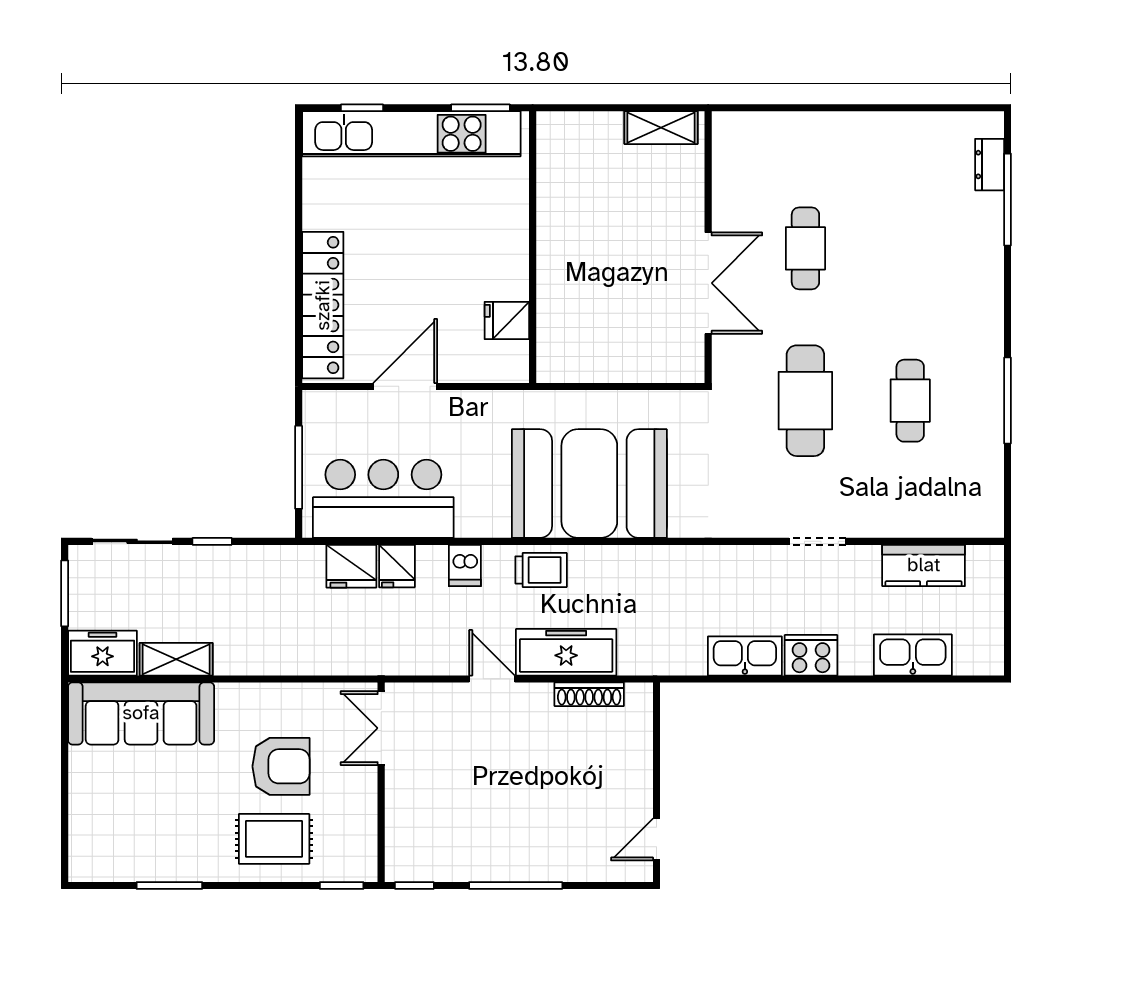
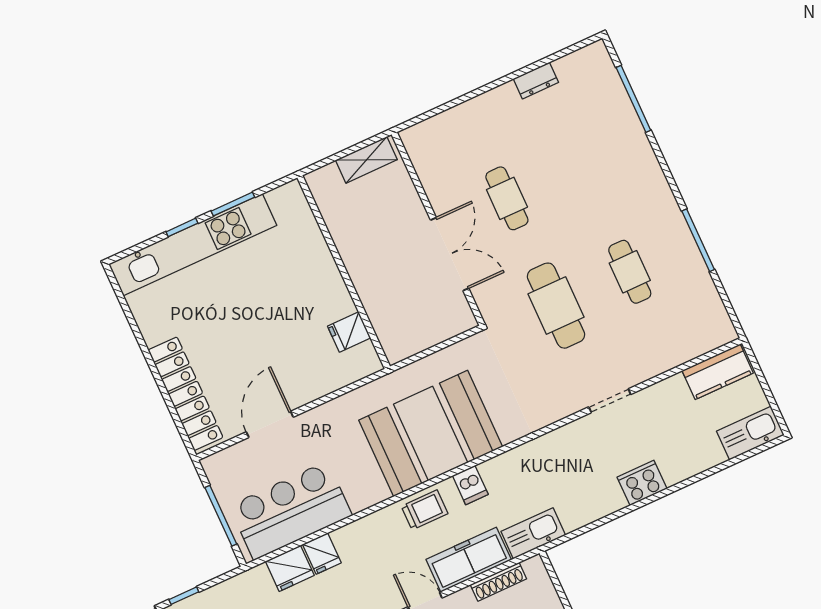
window: (362, 108) -> (182, 227), moved
dresser: (990, 165) -> (536, 81), moved, turned -90
wall: (533, 247) -> (344, 272), moved
fridge: (507, 320) -> (349, 332), moved
dishwasher: (465, 565) -> (470, 485), moved
kitchen counter: (924, 565) -> (718, 372), moved
kitchen sink: (913, 655) -> (750, 433), moved
kitchen sink: (745, 656) -> (533, 533), moved

